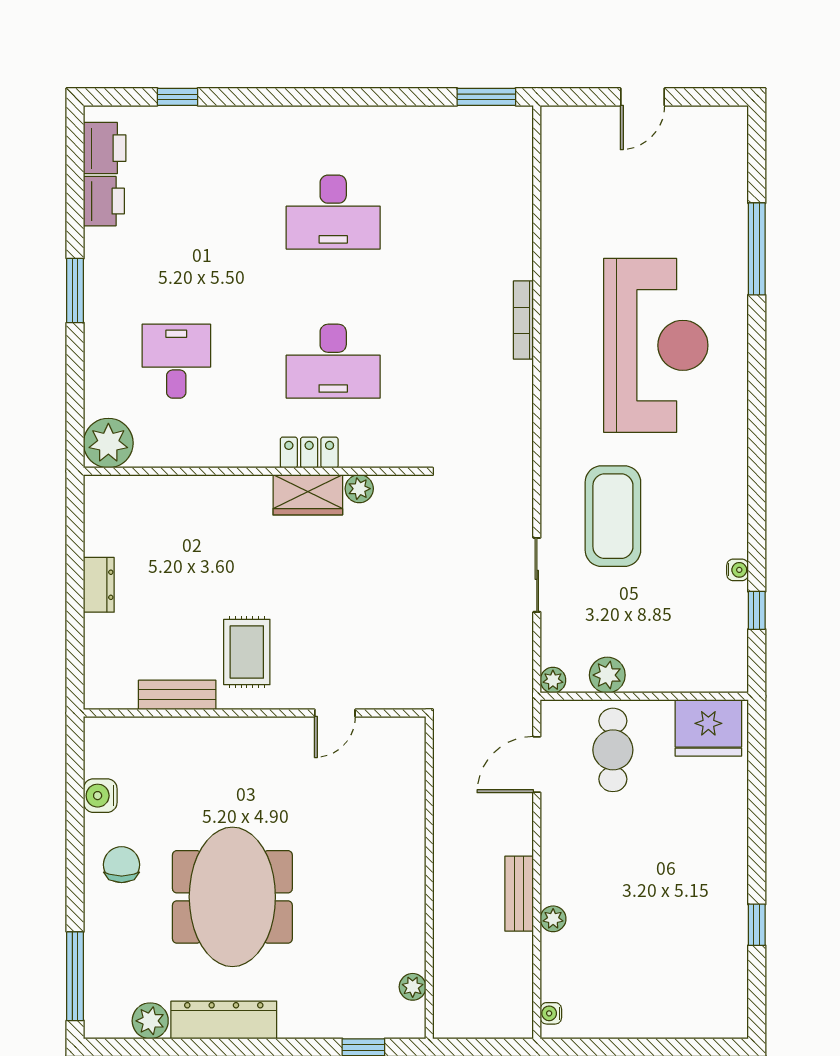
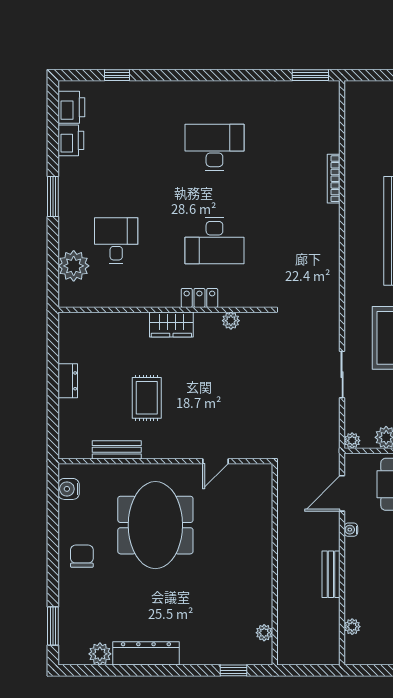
desk: (333, 212) -> (214, 147), turned 180
bookcase: (523, 320) -> (334, 179), moved
plant: (108, 443) -> (74, 266), moved
wardrobe: (308, 495) -> (171, 324), moved
rug: (247, 652) -> (147, 398), moved
water cooler: (100, 796) -> (69, 489), moved
meeting table: (232, 897) -> (155, 525), moved
plant: (553, 919) -> (352, 627), moved
window: (75, 976) -> (53, 626), width x0.69
water cooler: (551, 1013) -> (351, 530), moved

